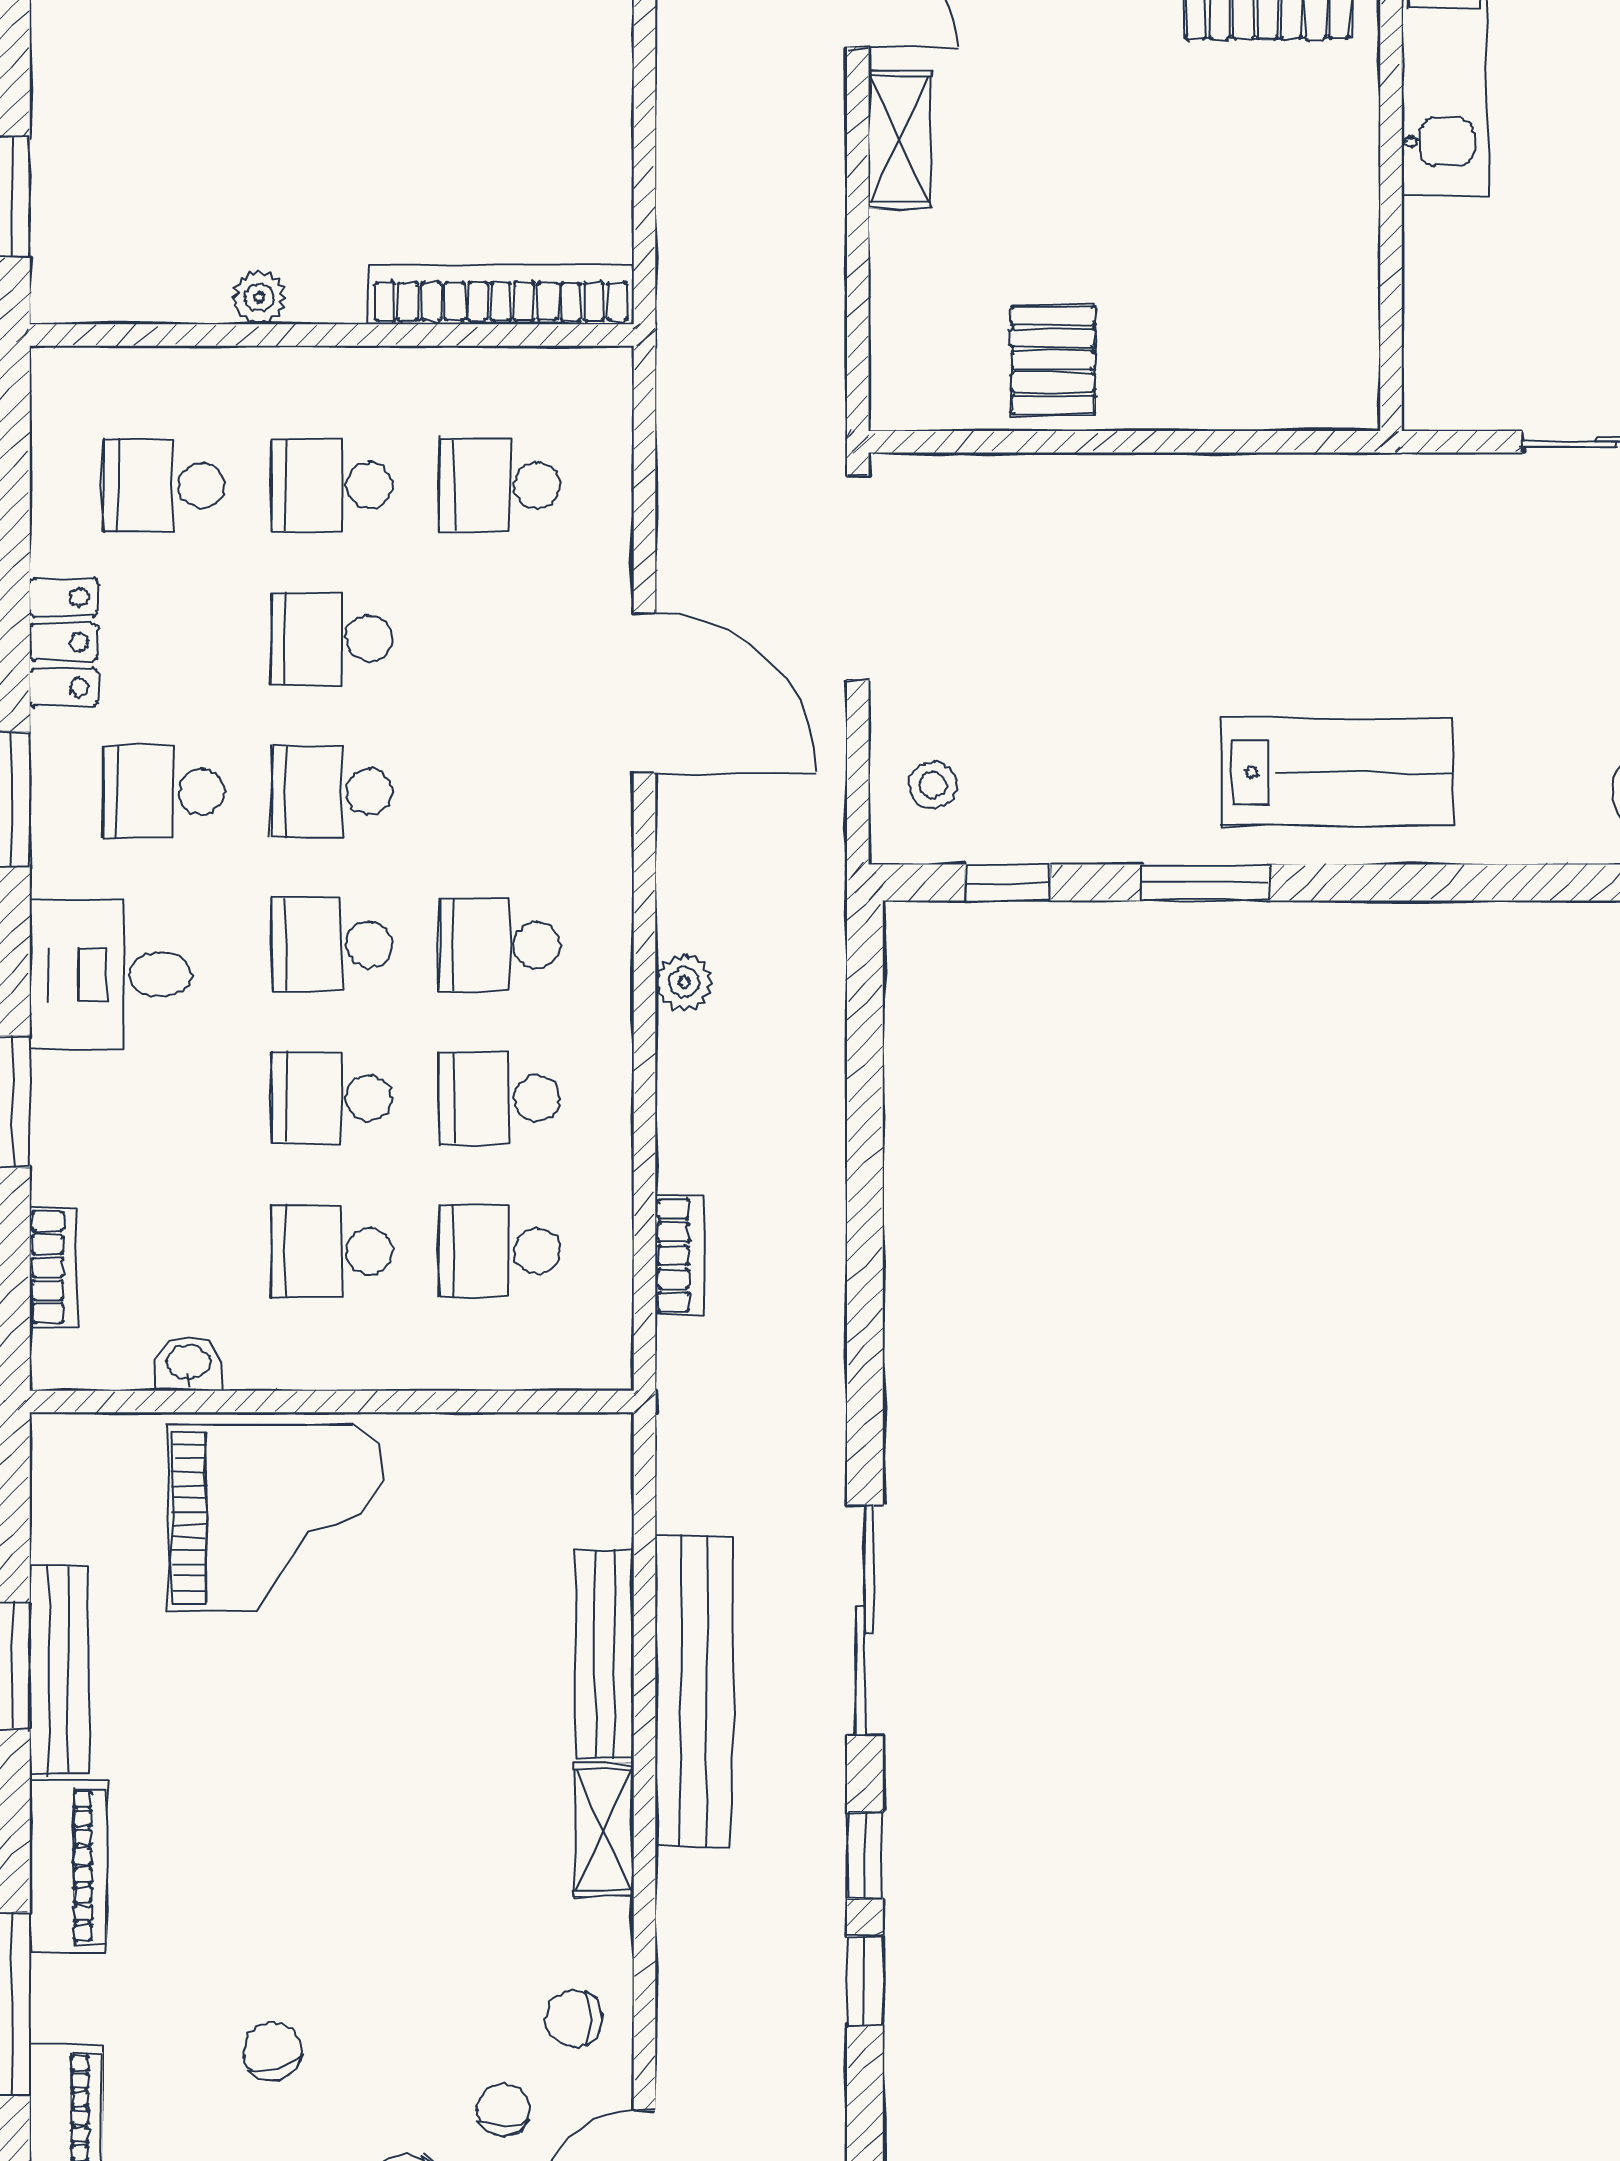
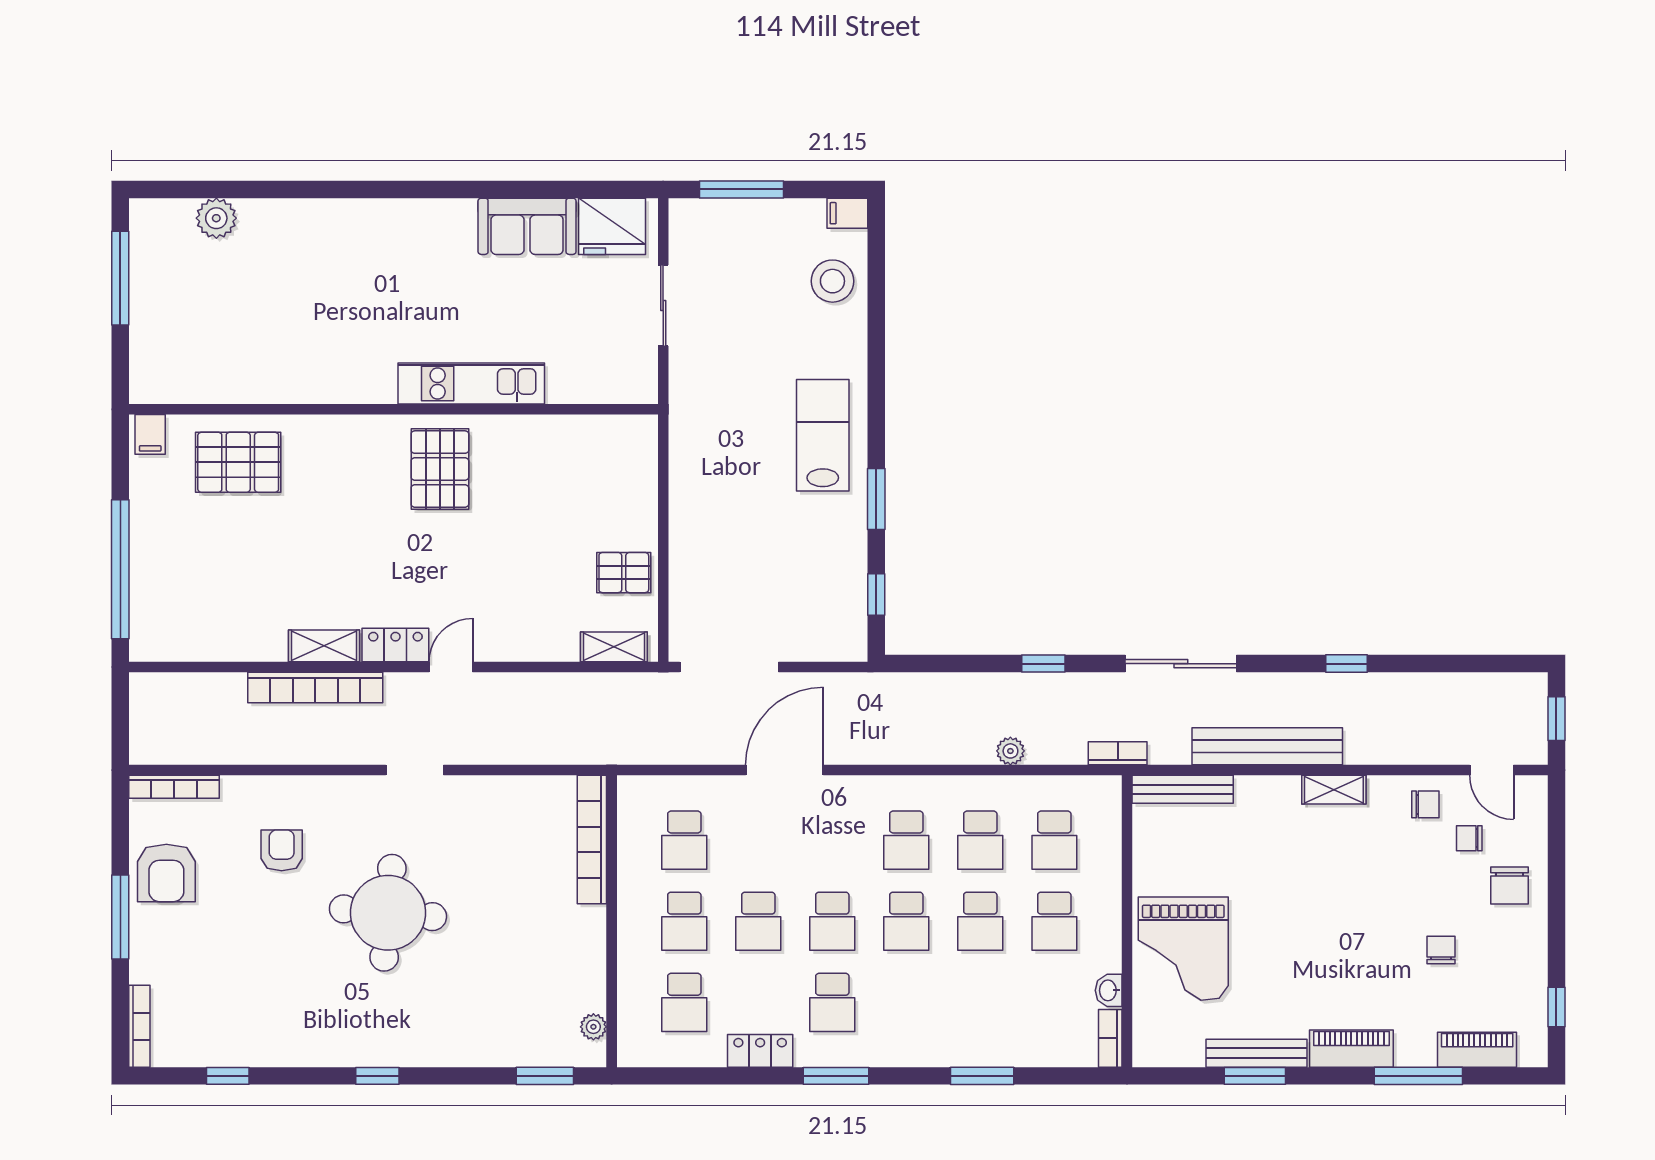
shelving: (899, 140) -> (614, 647), moved
plant: (259, 297) -> (593, 1027), moved
stool: (933, 785) -> (829, 631), removed
desk: (110, 975) -> (921, 1028), removed
plant: (684, 982) -> (1010, 751), moved
bookcase: (679, 1255) -> (1118, 753), moved
bookcase: (53, 1267) -> (1110, 1038), moved, turned -90
grand piano: (275, 1518) -> (1183, 949), turned 180
sliding door: (865, 1620) -> (1181, 664), moved
bench: (605, 1653) -> (1183, 789), moved
window: (865, 1981) -> (1043, 664), moved
chair: (574, 2019) -> (1425, 804), turned -90
chair: (272, 2051) -> (1441, 950), turned 105

